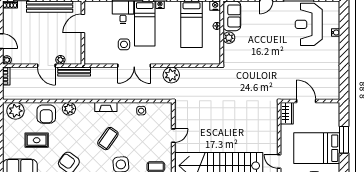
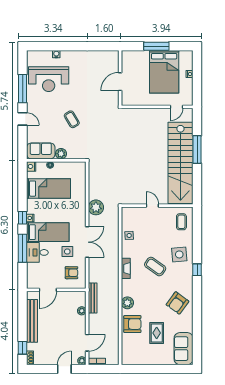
door: (83, 23) -> (48, 290), hinge flipped
armchair: (101, 49) -> (72, 273), added
coffee table: (266, 49) -> (72, 119), added
door: (46, 66) -> (87, 343), moved
plant: (16, 111) -> (129, 353), removed
wardrobe: (287, 113) -> (131, 100), removed

